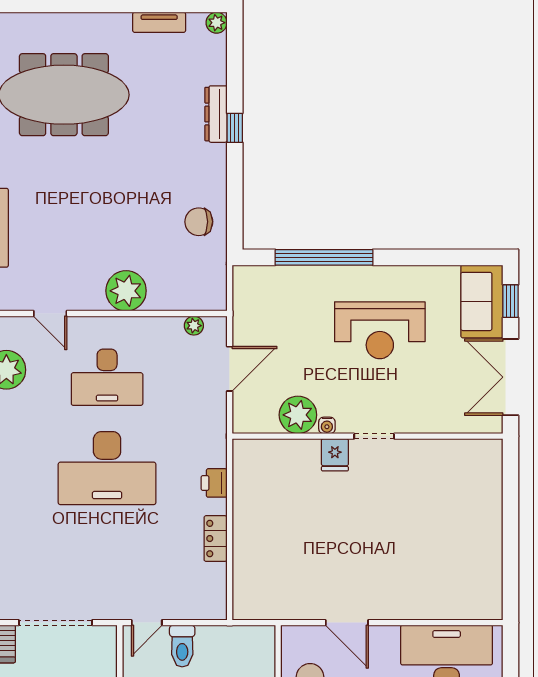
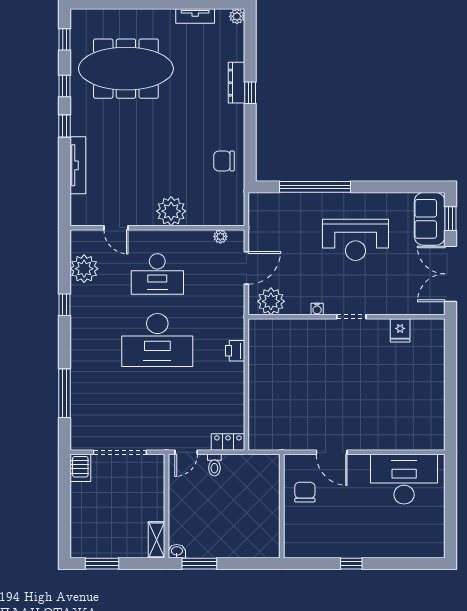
plant: (298, 415) -> (271, 301), moved
fridge: (335, 455) -> (400, 330), moved
locker: (216, 539) -> (228, 442), moved, turned 90
toilet: (182, 646) -> (214, 465), width x0.73, depth x0.72

